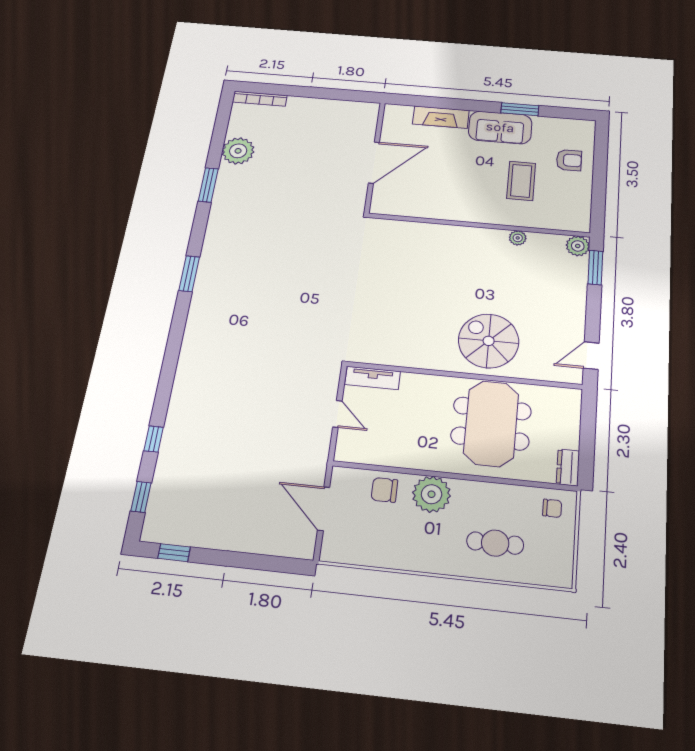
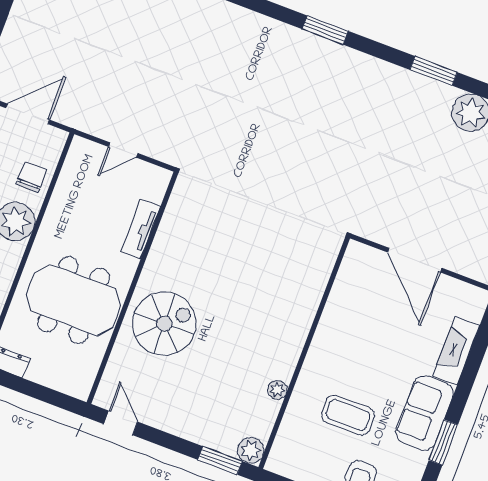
tv unit: (373, 378) -> (141, 229), moved

